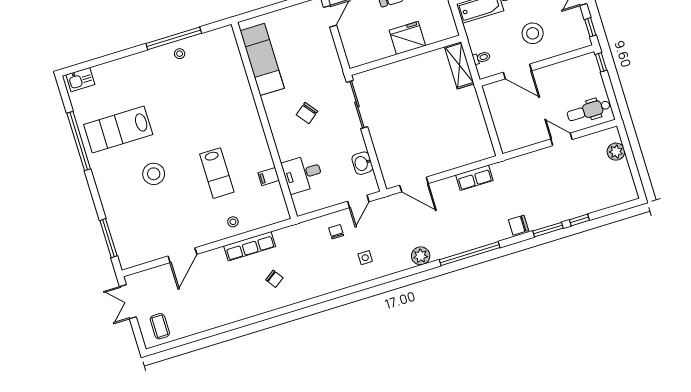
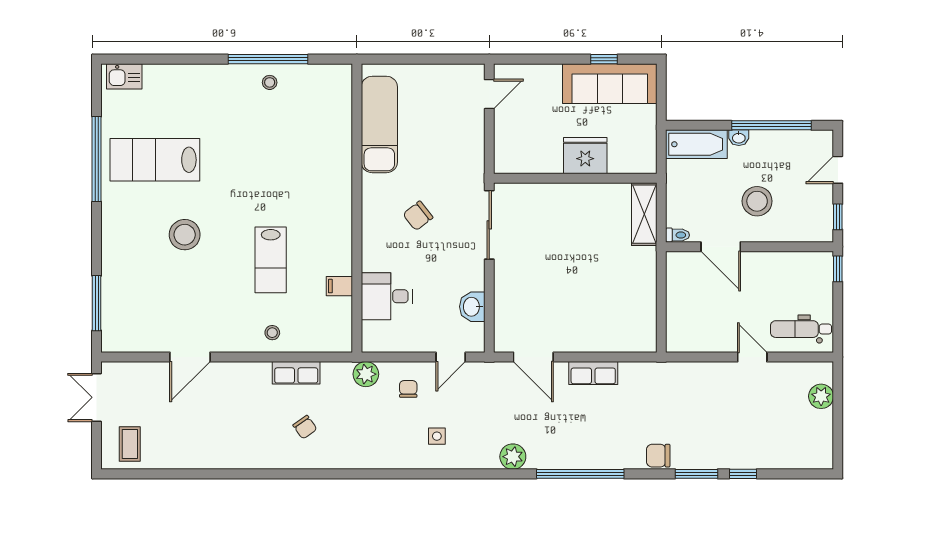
toilet: (481, 58) -> (678, 235), moved
row of seats: (474, 178) -> (593, 373), moved
plant: (305, 230) -> (366, 374), added
row of seats: (250, 246) -> (296, 373), width x0.68

